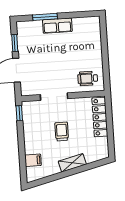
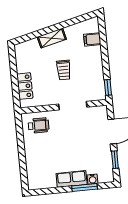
water cooler: (37, 25) -> (93, 179), added
locker: (100, 117) -> (25, 86), width x0.66

